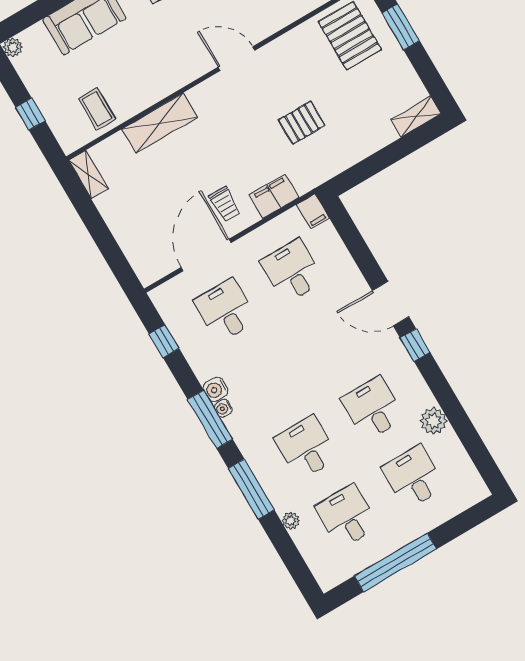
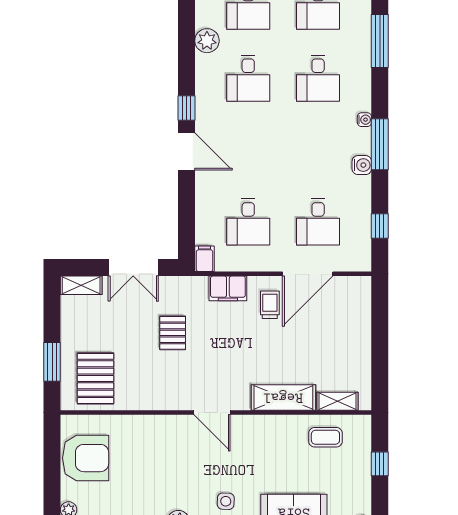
door: (236, 59) -> (212, 412), moved
coffee table: (97, 109) -> (325, 437), turned 90
pallet: (302, 123) -> (173, 333), turned 90
double door: (376, 163) -> (133, 268), added
shelving: (89, 175) -> (338, 401), moved, turned 90
water cooler: (223, 408) -> (364, 120), moved
window: (251, 489) -> (380, 41), moved
plant: (291, 521) -> (364, 29), removed

